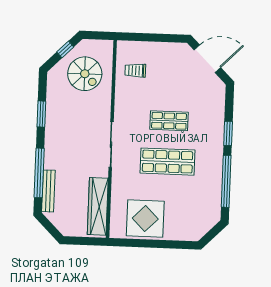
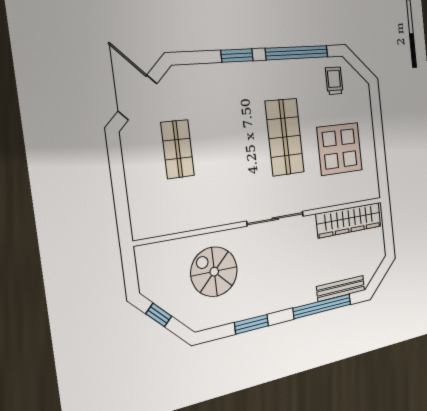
trolley: (135, 70) -> (334, 81), moved, turned 180
spiral stairs: (85, 74) -> (214, 272), moved, turned -90
shop shelf: (169, 121) -> (178, 149), moved
display table: (145, 219) -> (340, 149), moved

